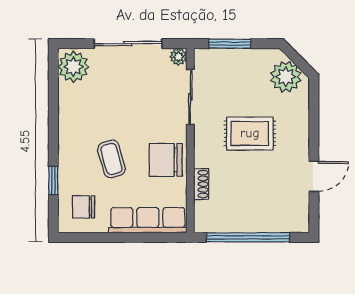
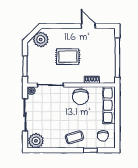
rug: (250, 133) -> (68, 57), turned 90
coffee table: (111, 159) -> (74, 137), moved

